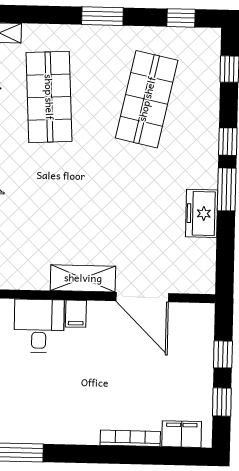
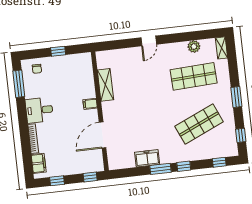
shop shelf: (147, 99) -> (199, 124), turned -36
shelving: (83, 278) -> (105, 85), moved
desk: (39, 326) -> (39, 110), moved, turned 180
window: (223, 354) -> (90, 177), moved

